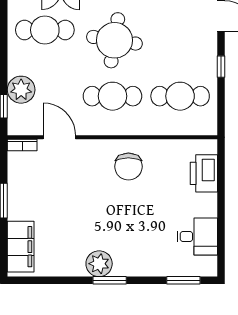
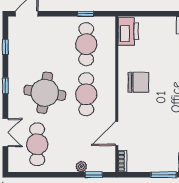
window: (221, 67) -> (86, 14), moved
plant: (21, 90) -> (81, 167), width x0.53, depth x0.53
printer: (204, 173) -> (128, 31), moved, turned -90

